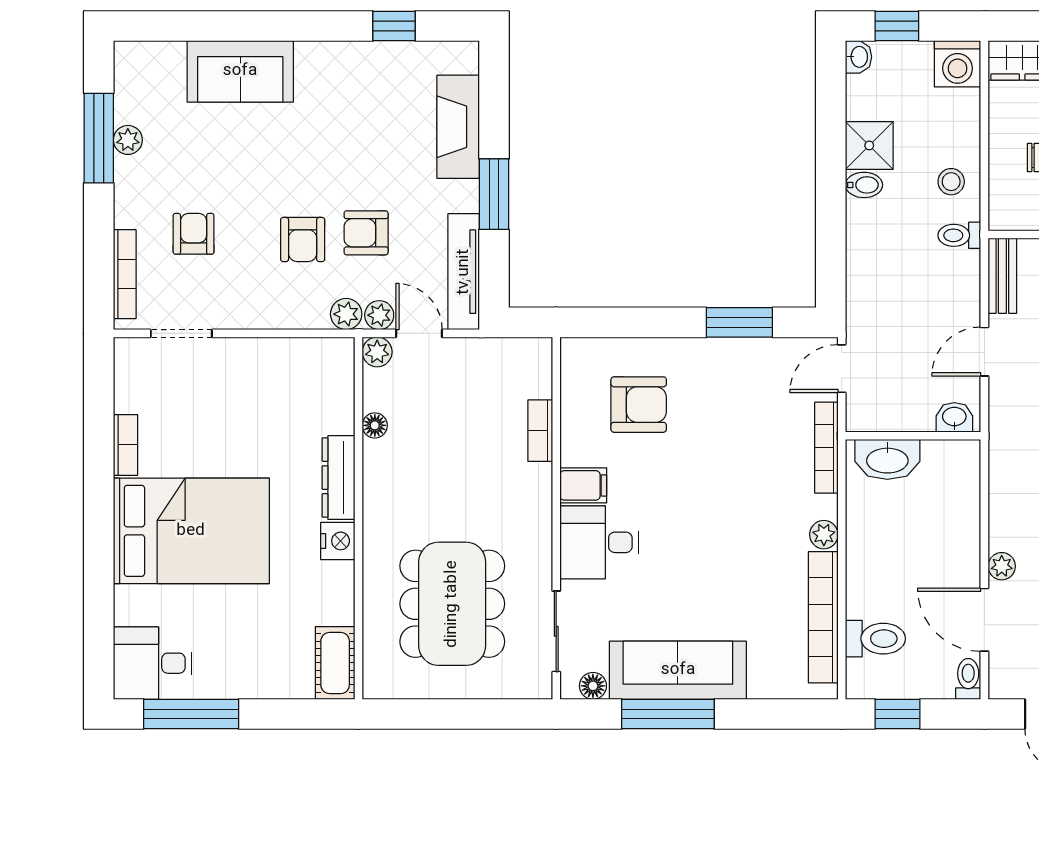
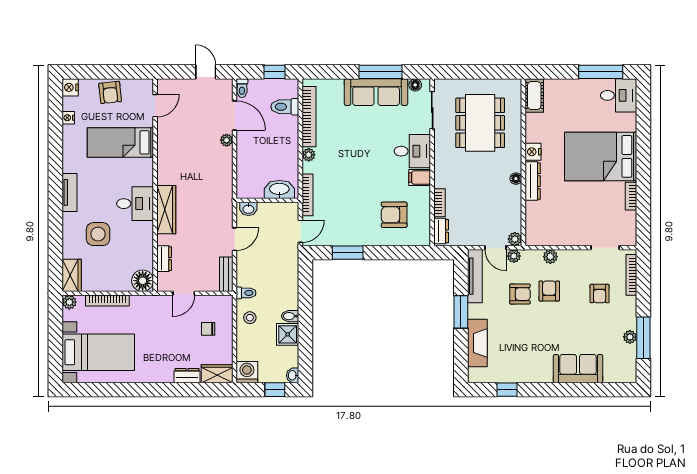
plant: (346, 314) -> (550, 257), moved
dresser: (537, 369) -> (441, 231), added
floor lamp: (375, 425) -> (516, 179), moved

